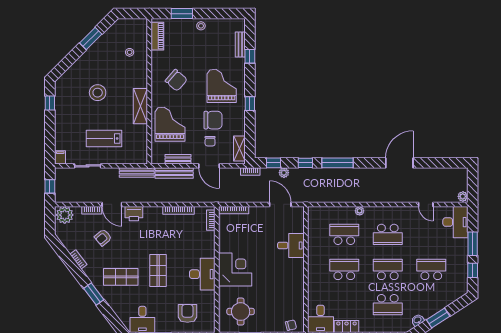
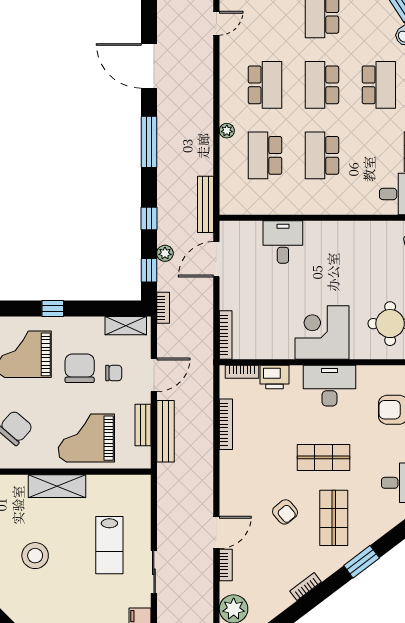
window: (337, 163) -> (149, 142), moved
bench: (137, 173) -> (206, 204), moved
printer: (134, 214) -> (274, 377), moved, turned 90
armchair: (103, 238) -> (285, 512), moved

